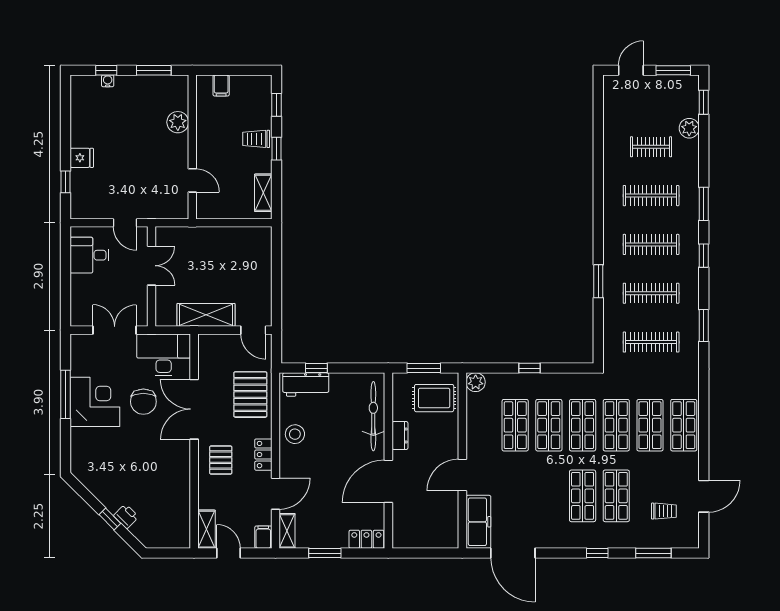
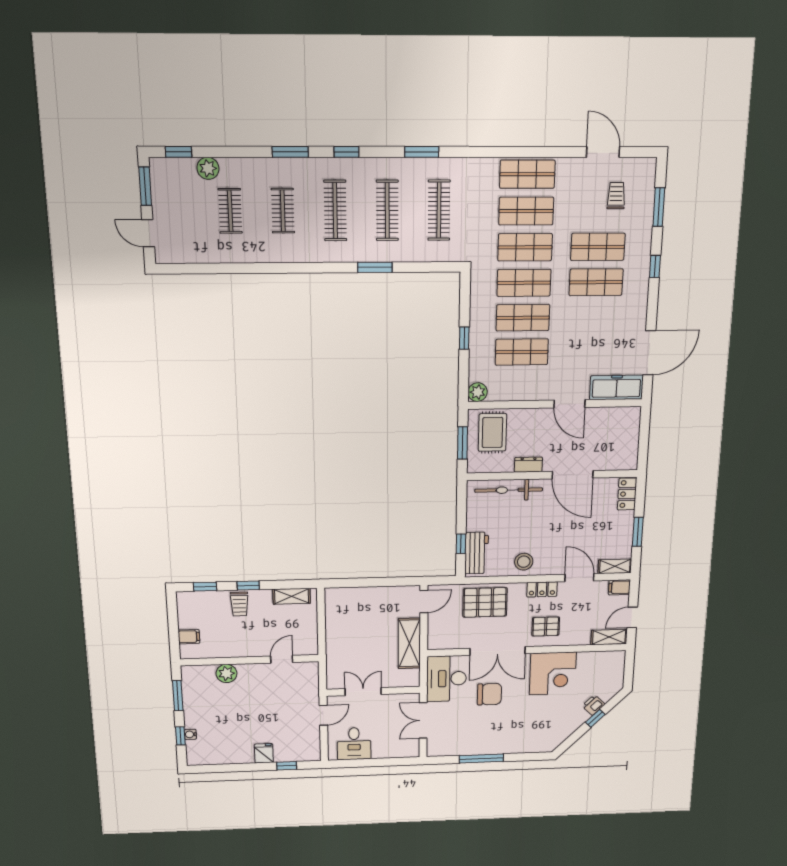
clothes rail: (651, 196) -> (283, 211), width x0.73
corner desk: (95, 402) -> (553, 673), moved, turned 180

